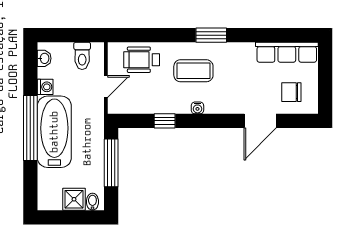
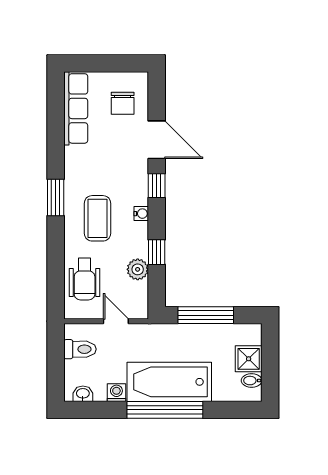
plant: (150, 105) -> (138, 269), added
window: (221, 121) -> (157, 186), added
bidet: (92, 202) -> (252, 381), moved

